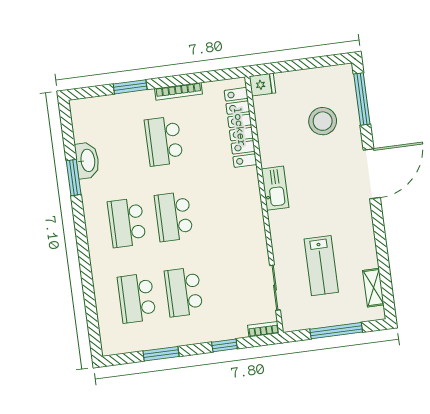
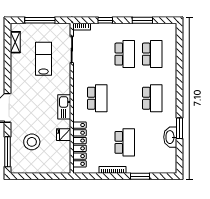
fridge: (262, 85) -> (64, 135), moved
school desk: (174, 217) -> (97, 98), moved

